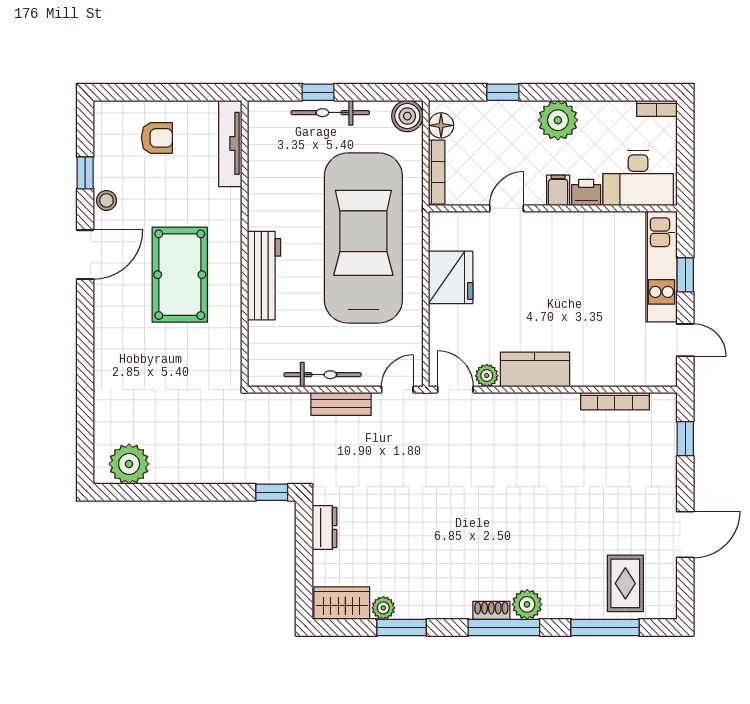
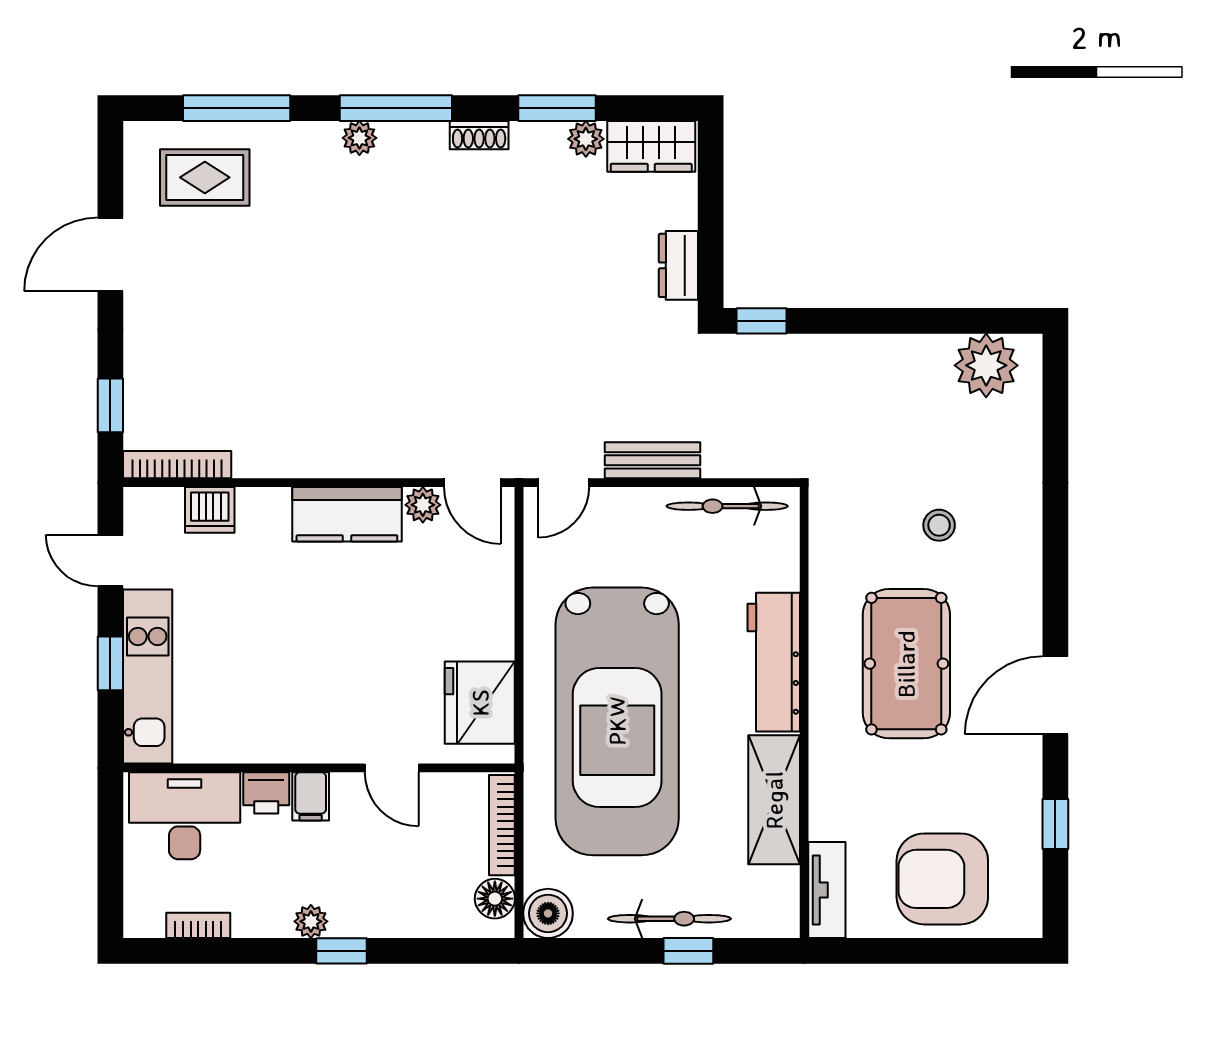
window: (503, 92) -> (342, 951), moved
bookcase: (657, 108) -> (198, 925), moved
plant: (558, 120) -> (311, 921), width x0.53, depth x0.53
armchair: (157, 138) -> (942, 879), width x1.88, depth x1.88
tv unit: (230, 143) -> (827, 890), width x0.71
shelving: (264, 188) -> (774, 800), added
stool: (106, 200) -> (939, 525), moved
door: (507, 208) -> (392, 768), hinge flipped
fridge: (451, 277) -> (480, 703), moved
dishwasher: (622, 372) -> (210, 510), added
bicycle: (323, 375) -> (727, 506), moved
bookcase: (615, 401) -> (177, 465), moved
rug: (625, 583) -> (205, 177), turned 90
plant: (527, 604) -> (359, 138), width x0.73, depth x0.73
shoe rack: (491, 610) -> (479, 135), moved

